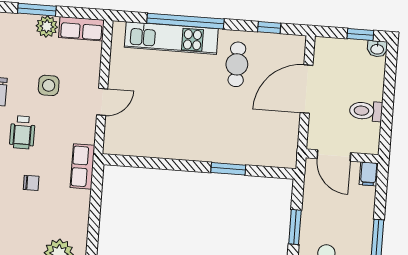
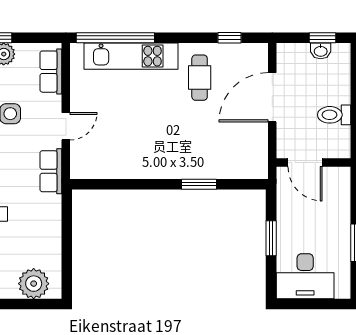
window: (185, 21) -> (115, 38), moved
row of seats: (81, 29) -> (51, 72), moved, turned 90
washbasin: (377, 49) -> (321, 51), moved
row of seats: (82, 166) -> (51, 171), moved
filing cabinet: (369, 174) -> (342, 178), removed

